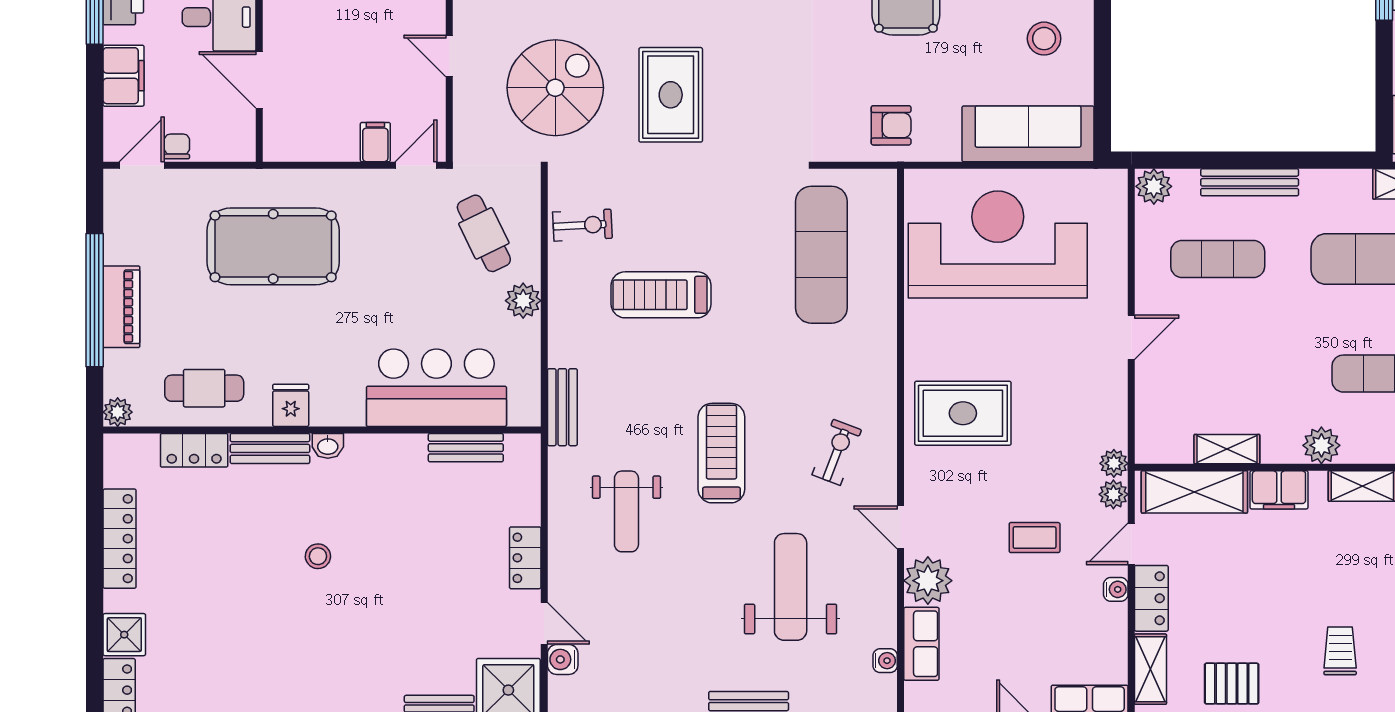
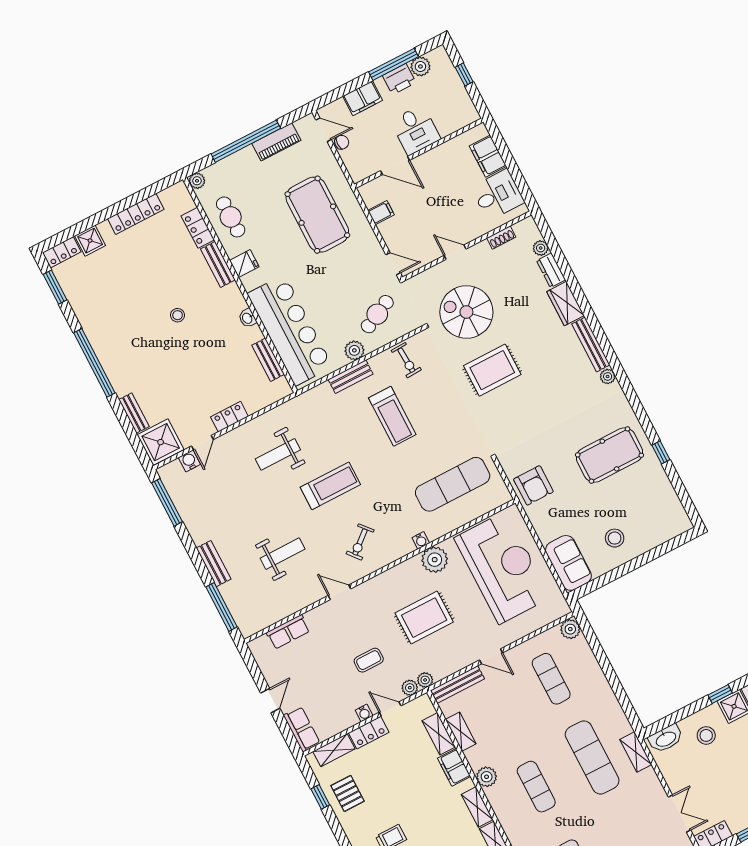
door: (449, 56) -> (455, 252), hinge flipped
door: (259, 80) -> (395, 166), swing flipped
spiral stairs: (555, 88) -> (466, 312), turned 180
armchair: (891, 125) -> (533, 485), width x1.38, depth x1.38
sofa: (1028, 134) -> (568, 563), width x0.73
filing cabinet: (375, 142) -> (381, 213), moved
bench: (1250, 182) -> (457, 685), moved, turned 90
treadmill: (661, 295) -> (392, 416), turned 180
piano: (121, 307) -> (276, 142), moved
bar counter: (436, 388) -> (290, 330), width x1.36
bench: (562, 407) -> (351, 377), moved
rug: (963, 413) -> (424, 618), moved, turned 90
washbasin: (328, 446) -> (247, 318), moved
exercise bike: (837, 452) -> (360, 542), turned 119
shelving: (1194, 492) -> (439, 734), width x0.67, depth x0.75
door: (901, 527) -> (340, 592), hinge flipped
coffee table: (1035, 538) -> (369, 660), turned 90
plant: (928, 581) -> (435, 560), moved
weight bench: (791, 587) -> (283, 554), width x0.73, depth x0.75
water cooler: (885, 661) -> (421, 540), moved

